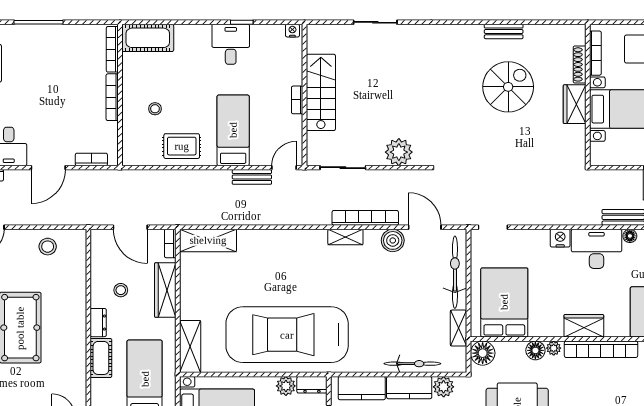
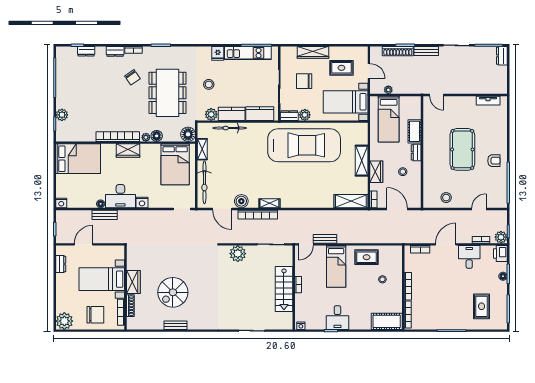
wardrobe: (165, 290) -> (376, 172), width x0.67
shelving: (190, 347) -> (362, 161), moved

